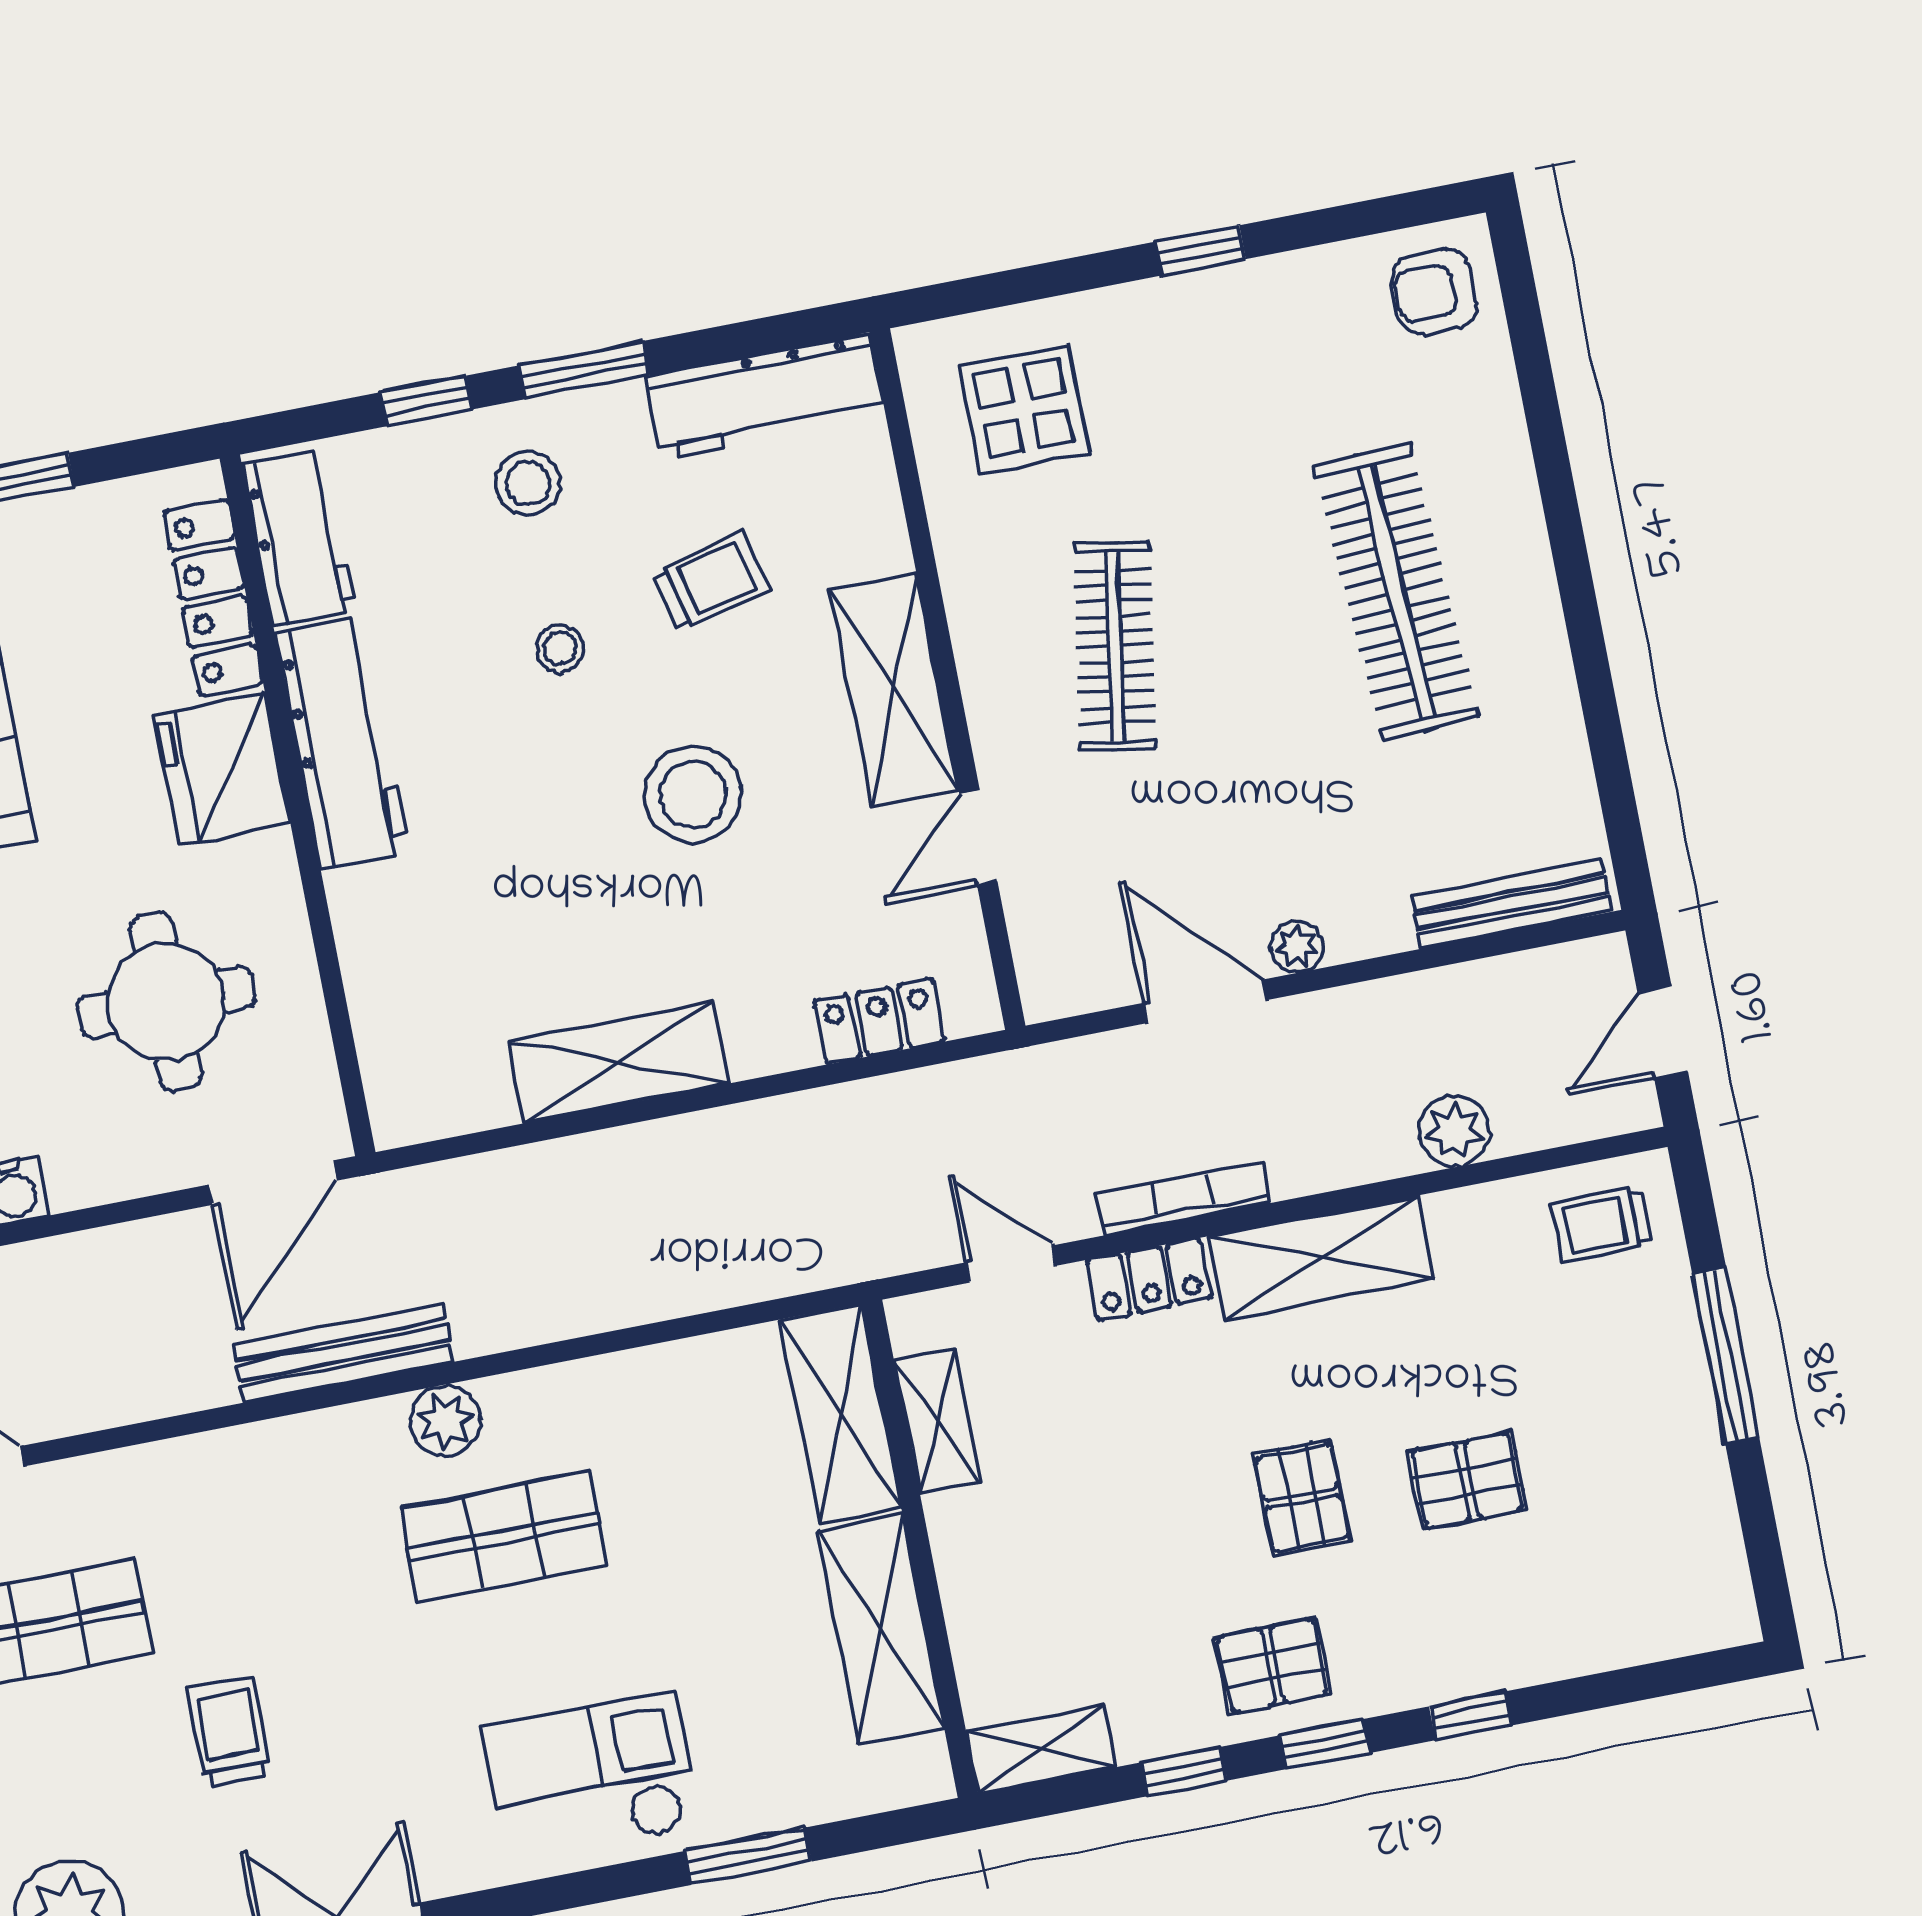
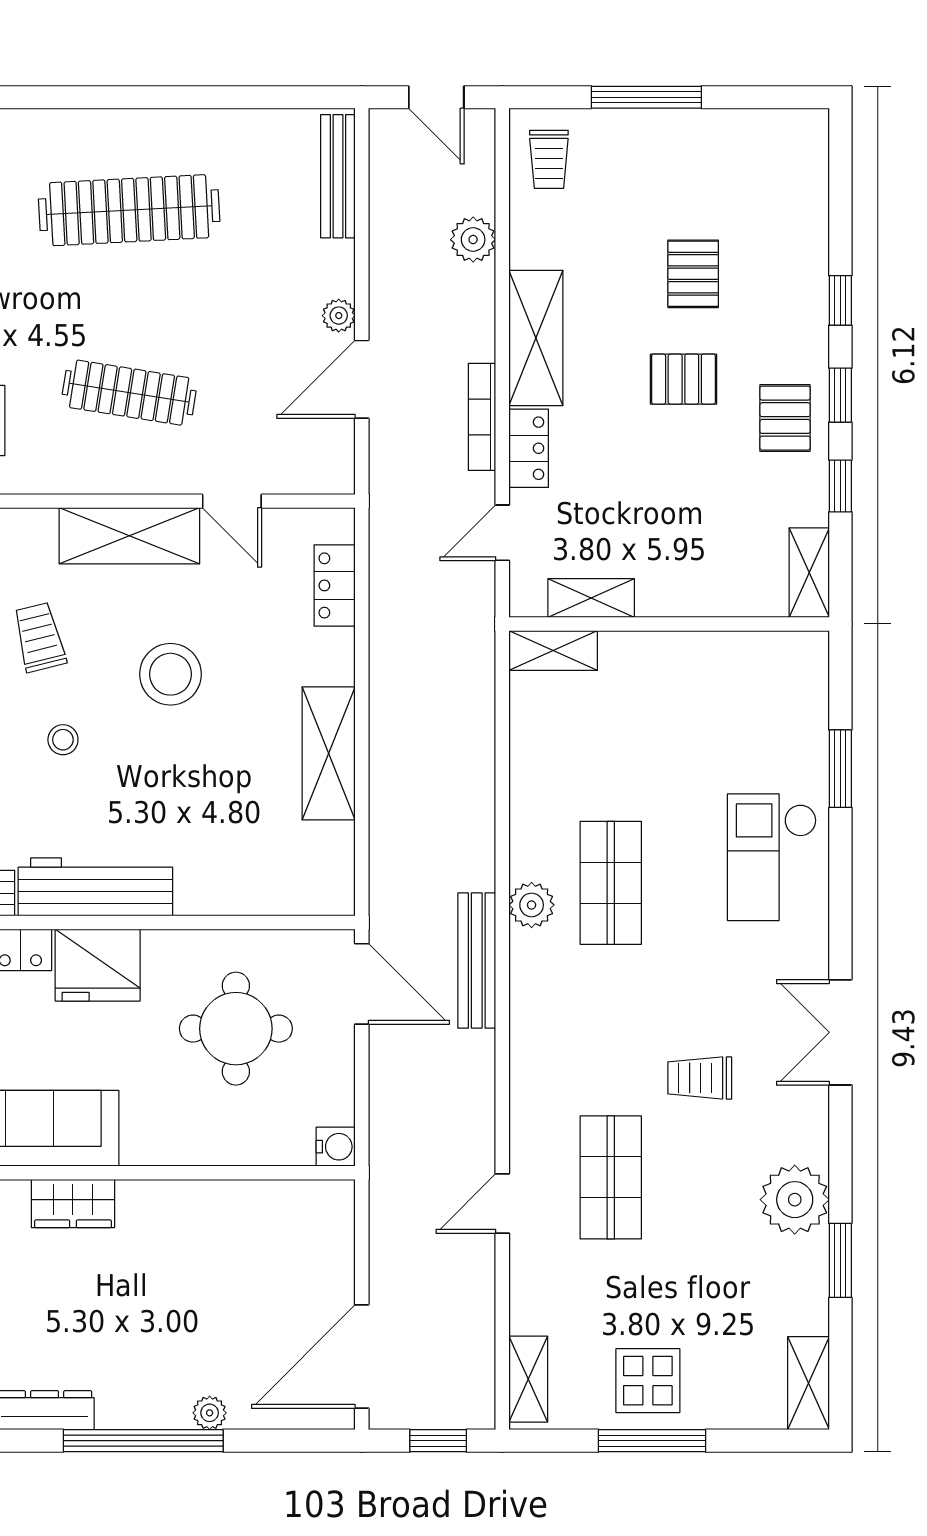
shelving: (841, 1414) -> (553, 651), width x0.67, depth x0.75
shelving: (881, 1629) -> (715, 658), removed

